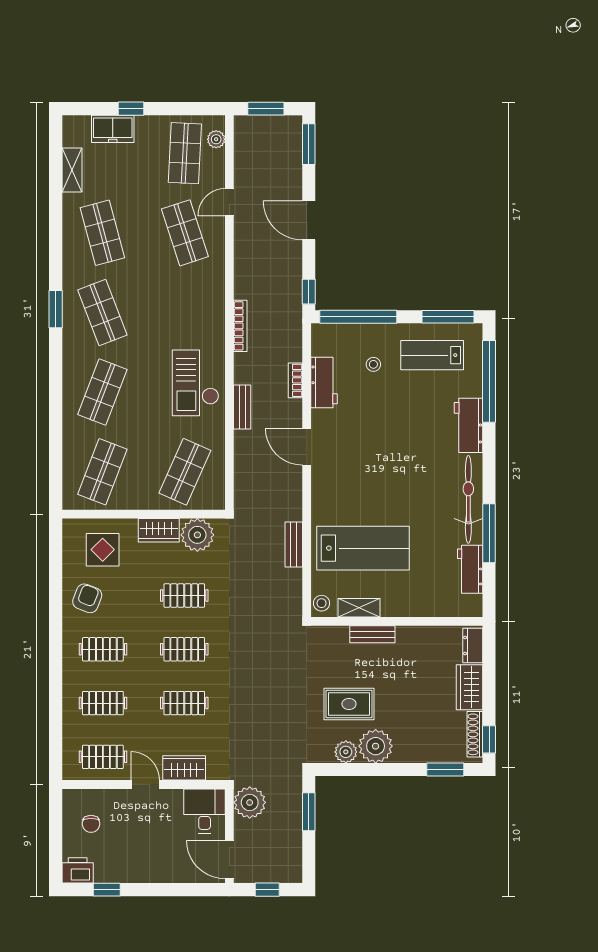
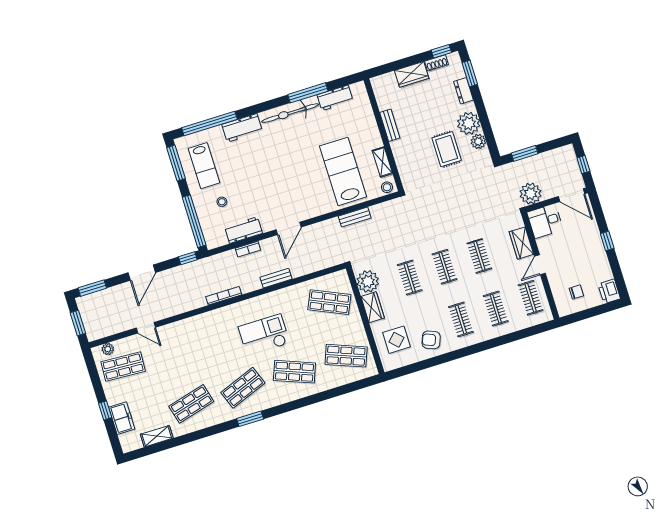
shop shelf: (185, 233) -> (175, 350), removed
checkout: (196, 383) -> (264, 335), moved, turned 180
bench: (372, 634) -> (390, 125), moved
dresser: (473, 646) -> (463, 91), moved, turned 90
shoe rack: (475, 734) -> (437, 63), width x0.70
door: (229, 860) -> (572, 195), hinge flipped
window: (107, 890) -> (607, 241), moved

